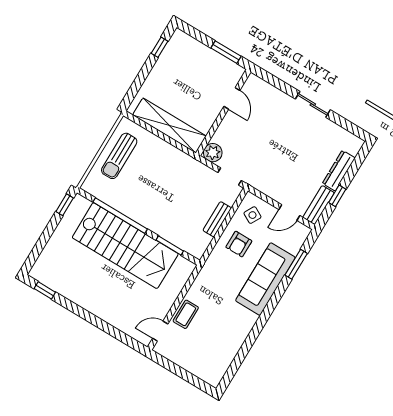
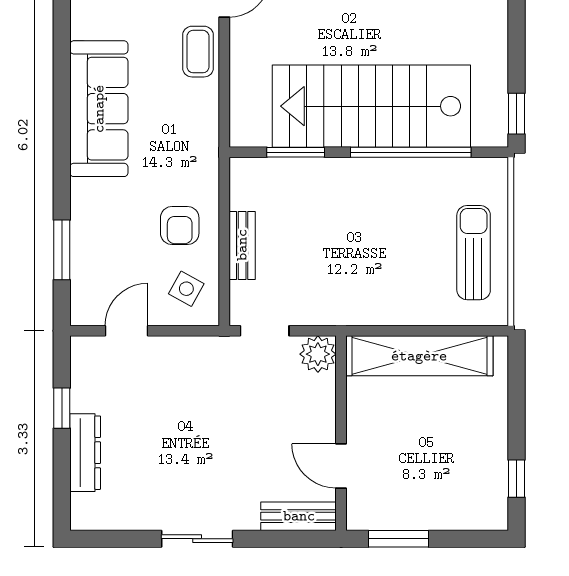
bench: (319, 205) -> (299, 516), moved, turned 90
armchair: (239, 244) -> (180, 225), turned 180
sofa: (265, 279) -> (99, 109), moved

